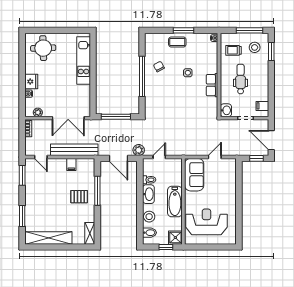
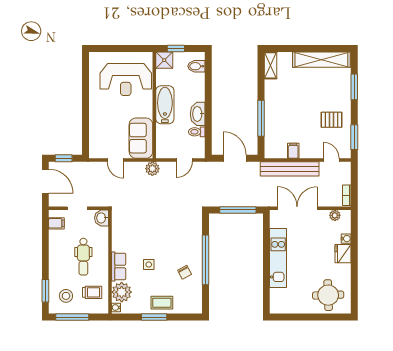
plant: (210, 50) -> (122, 292), added
kitchen unit: (84, 60) -> (278, 258), moved
row of seats: (212, 85) -> (119, 267), moved
plant: (139, 150) -> (152, 169), moved
door: (215, 157) -> (115, 160), hinge flipped
pallet: (79, 197) -> (332, 120), moved
stool: (149, 217) -> (197, 86), removed

